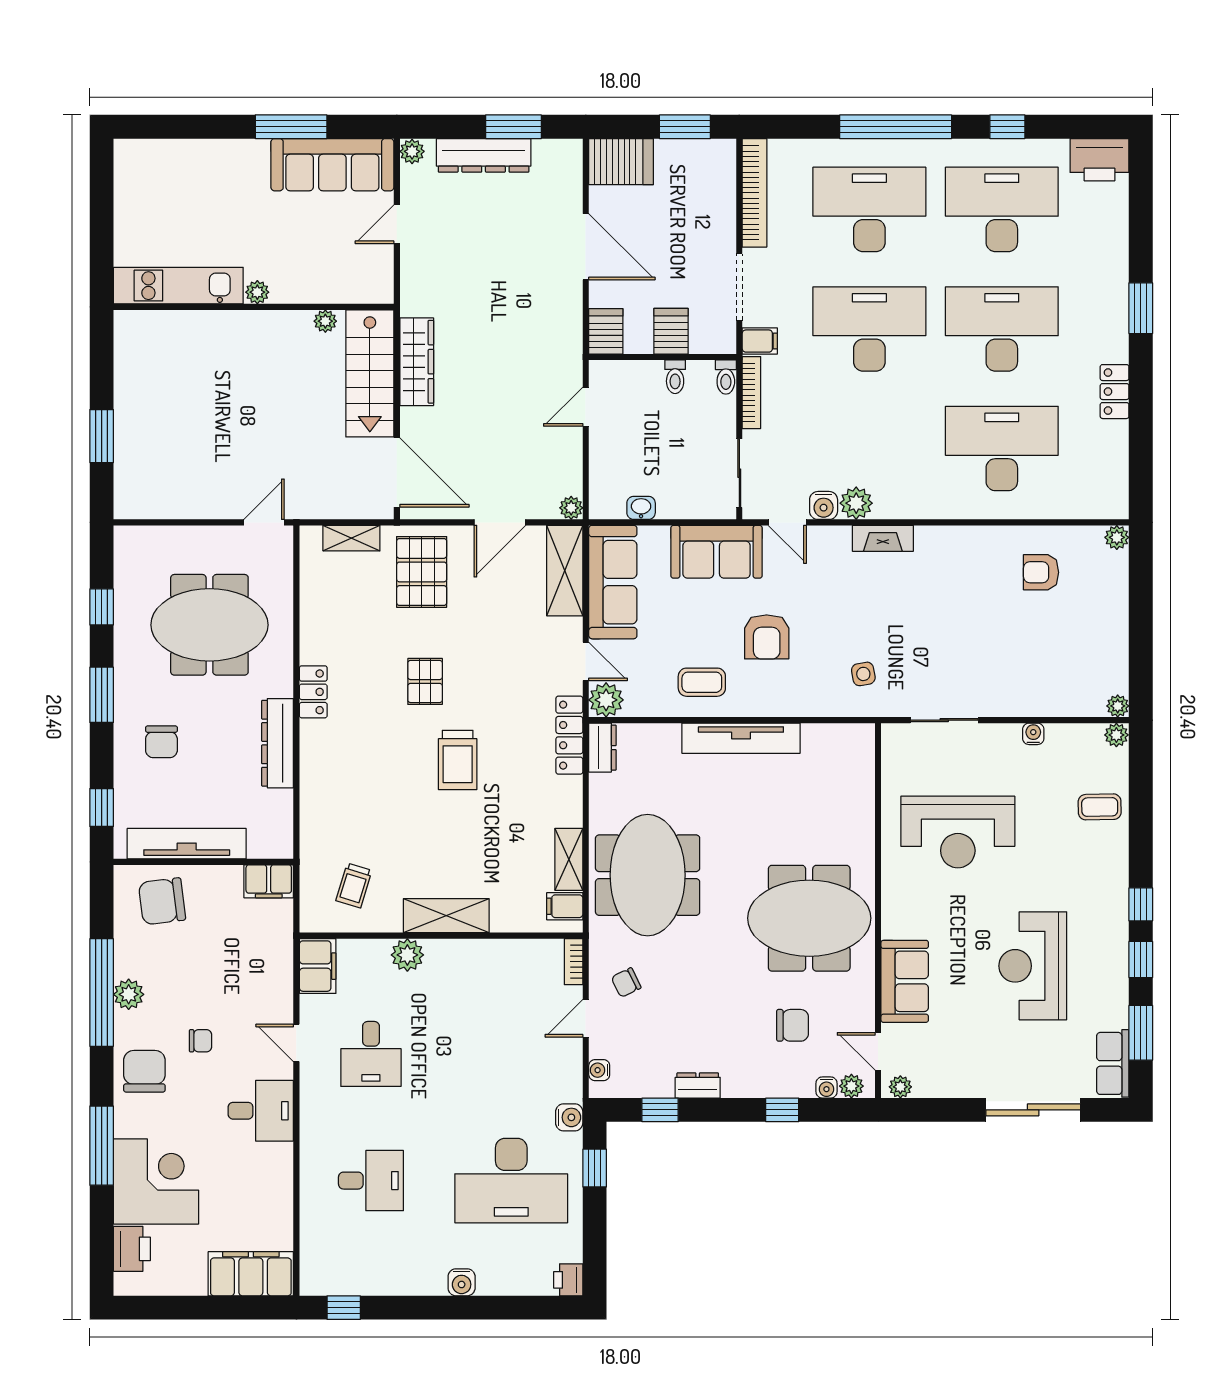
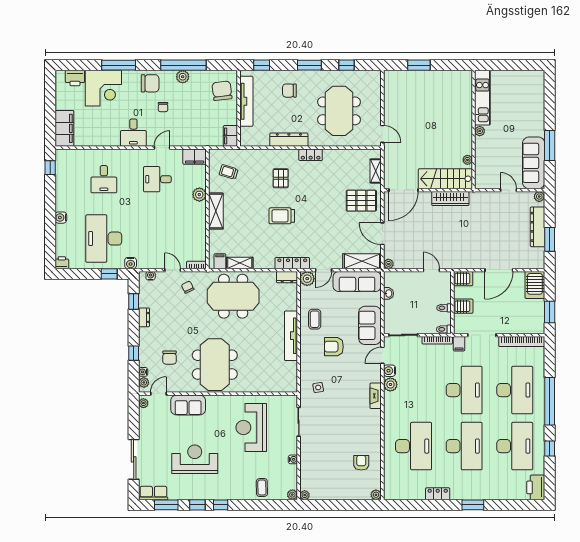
pallet: (425, 681) -> (281, 178), moved, turned 90

